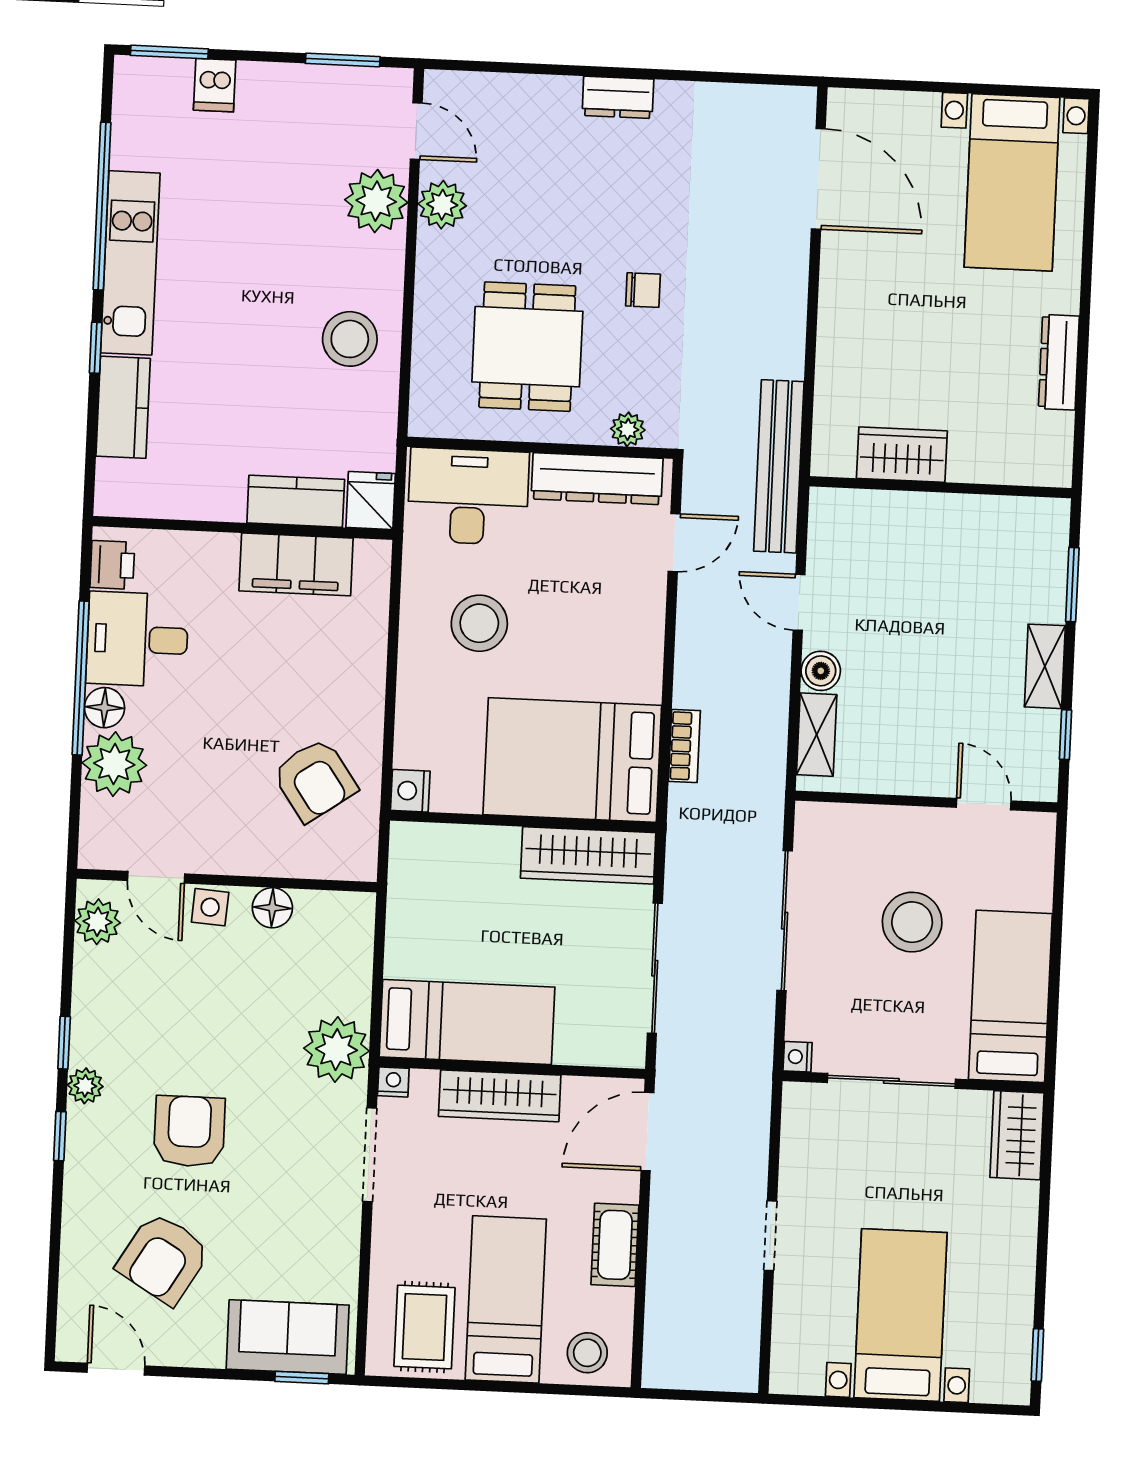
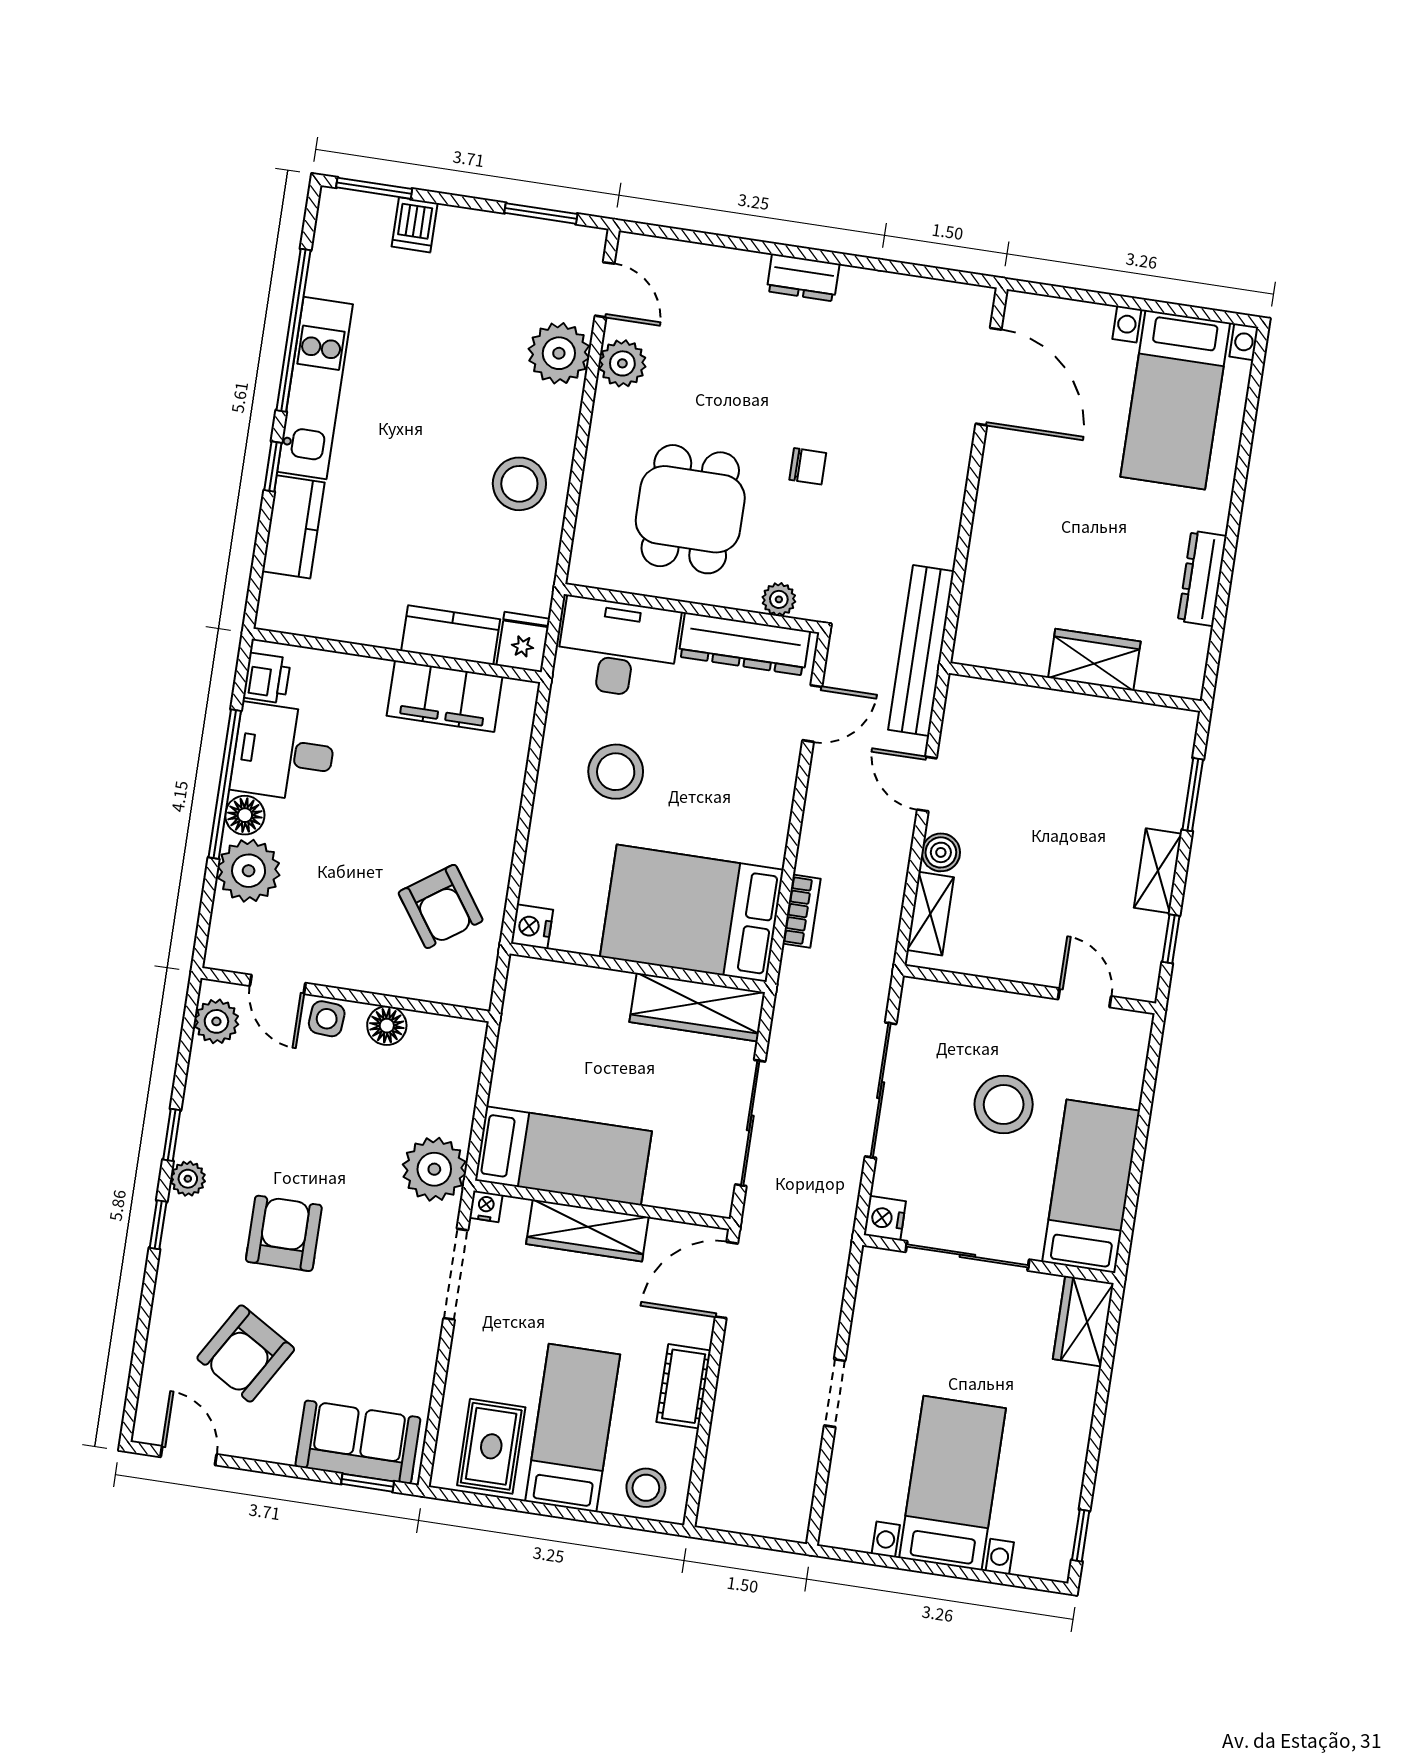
wardrobe: (902, 455) -> (1094, 660), moved
nightstand: (798, 1057) -> (885, 1218), width x1.39, depth x1.35

